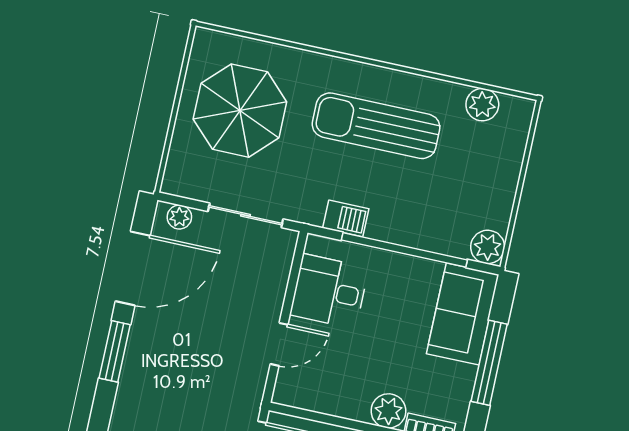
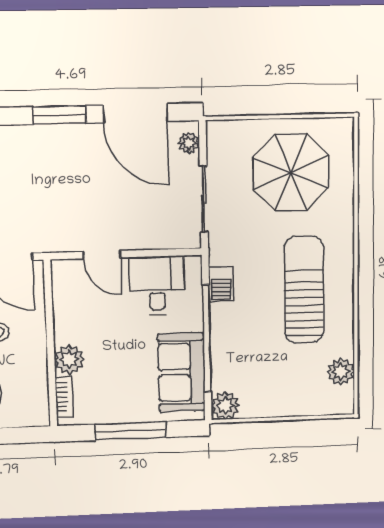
sofa: (463, 314) -> (181, 372), moved, turned -90

